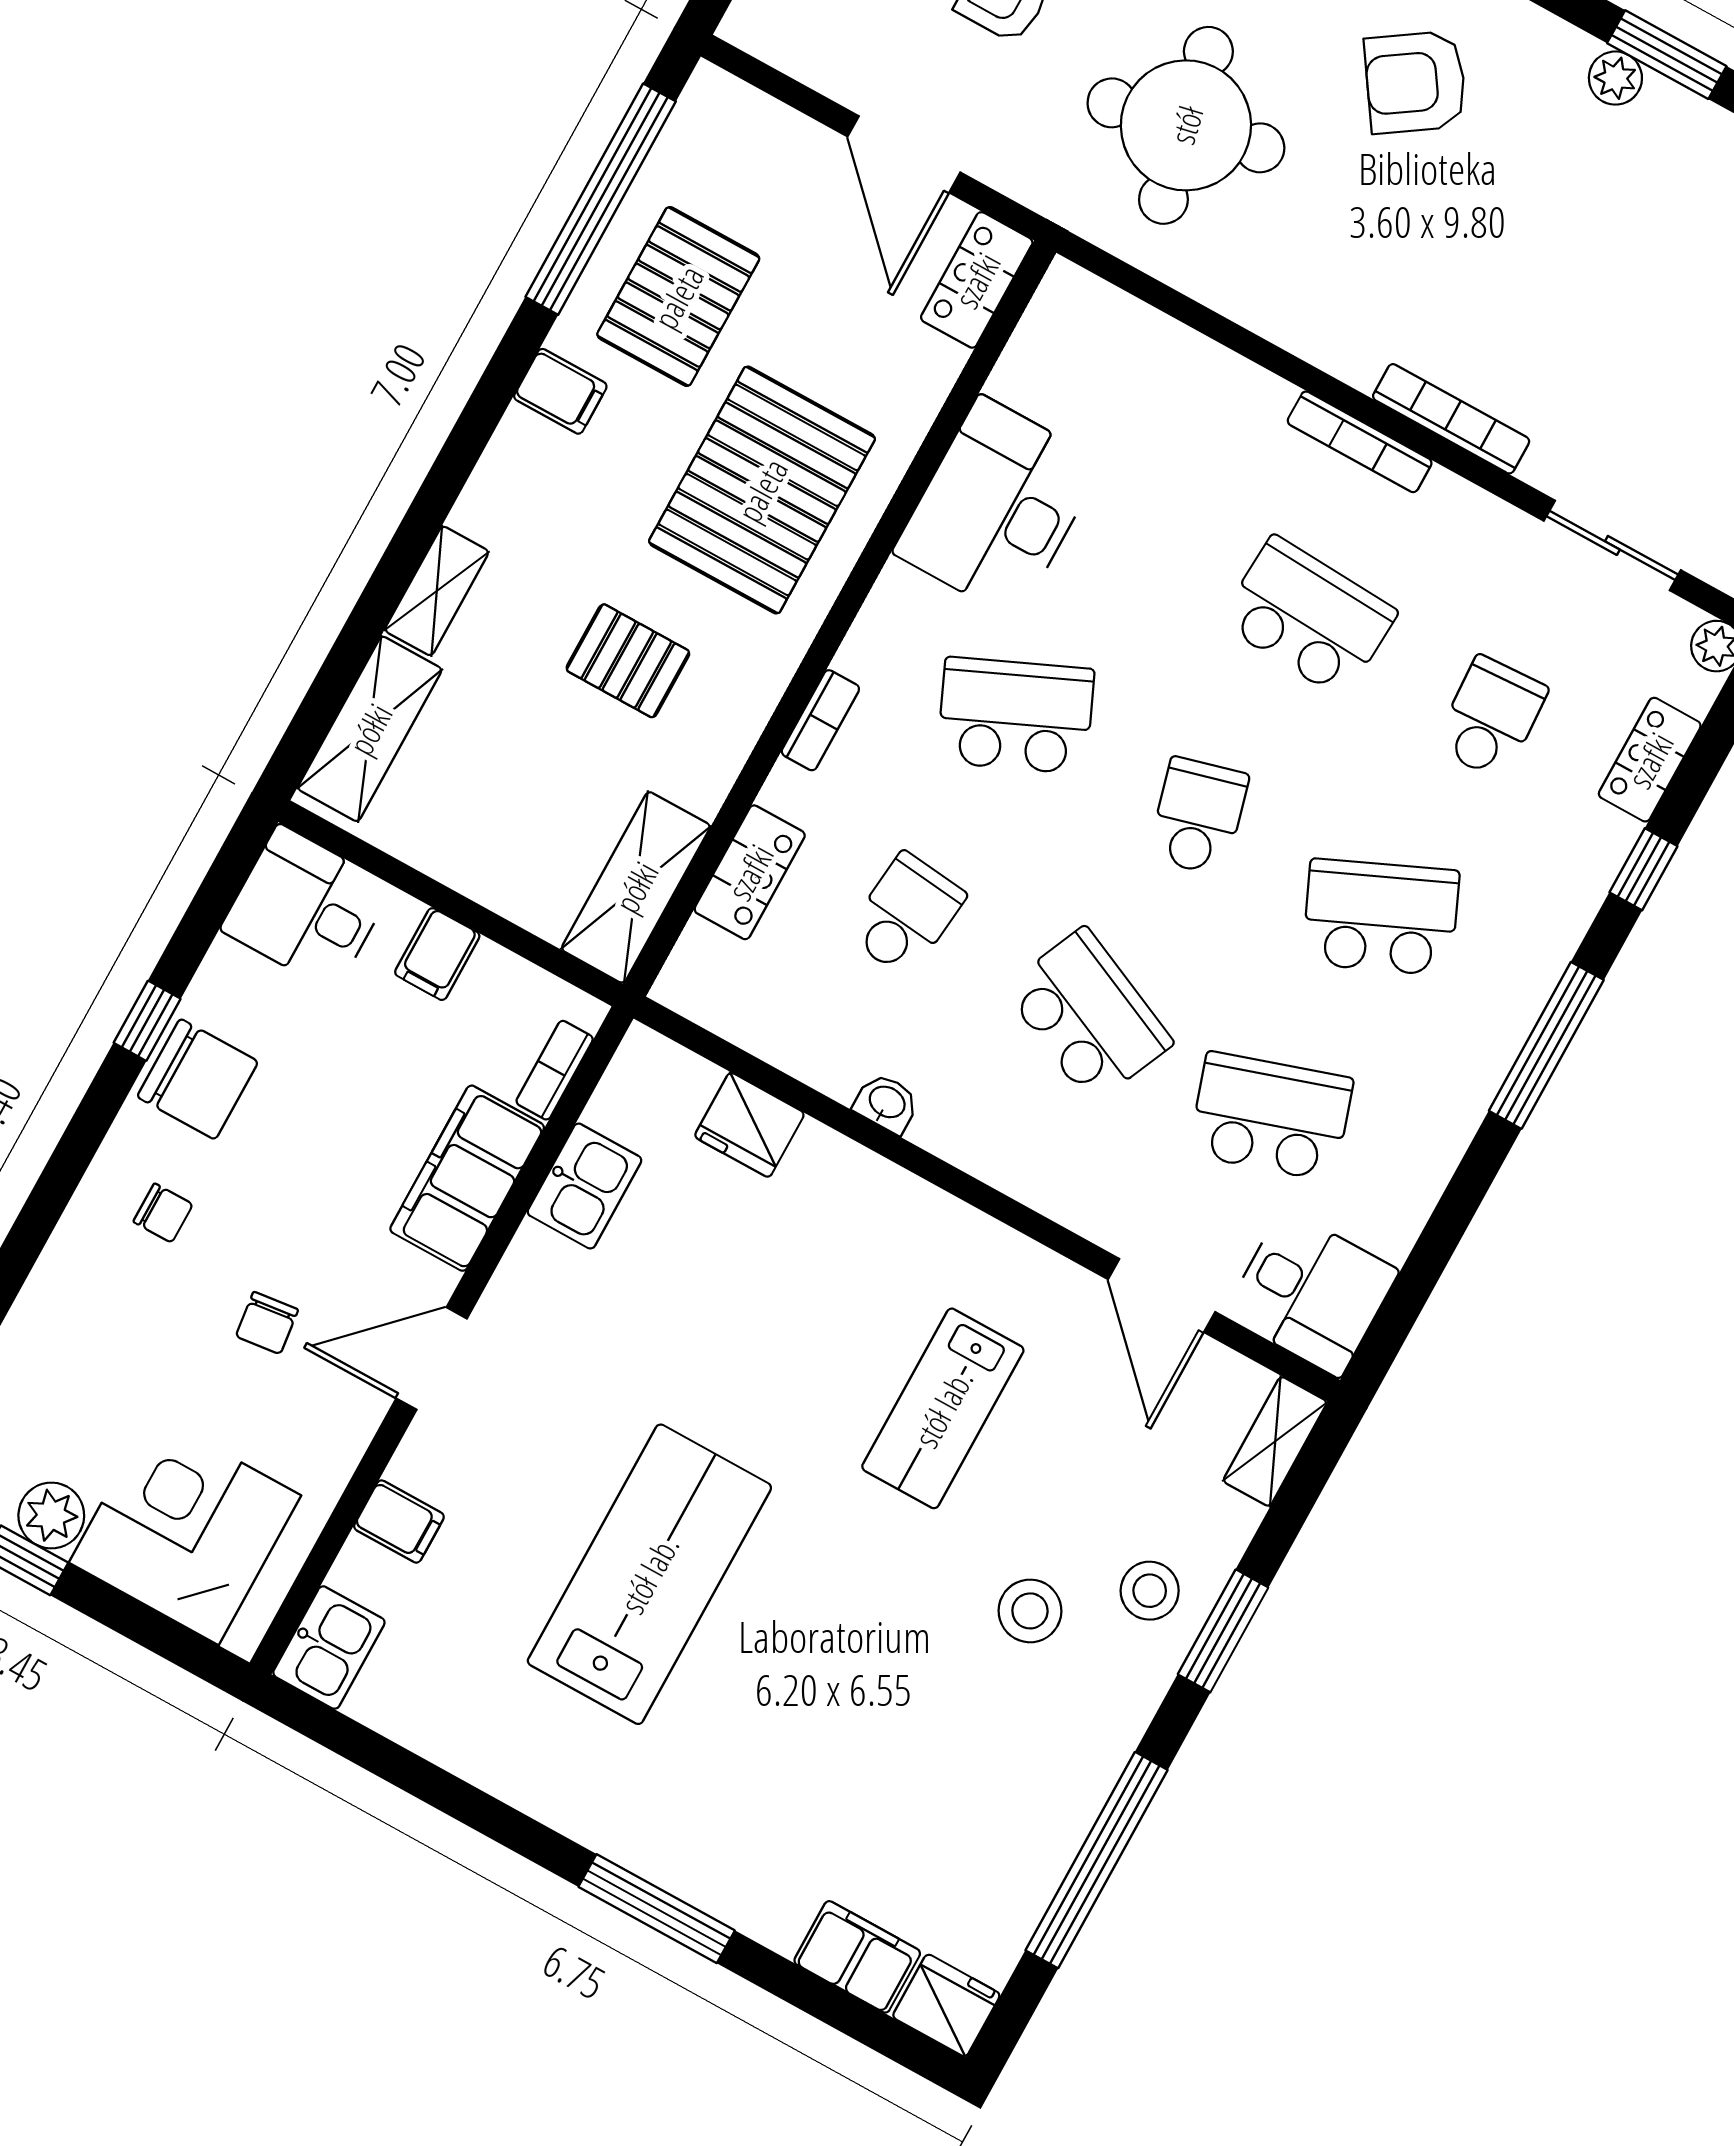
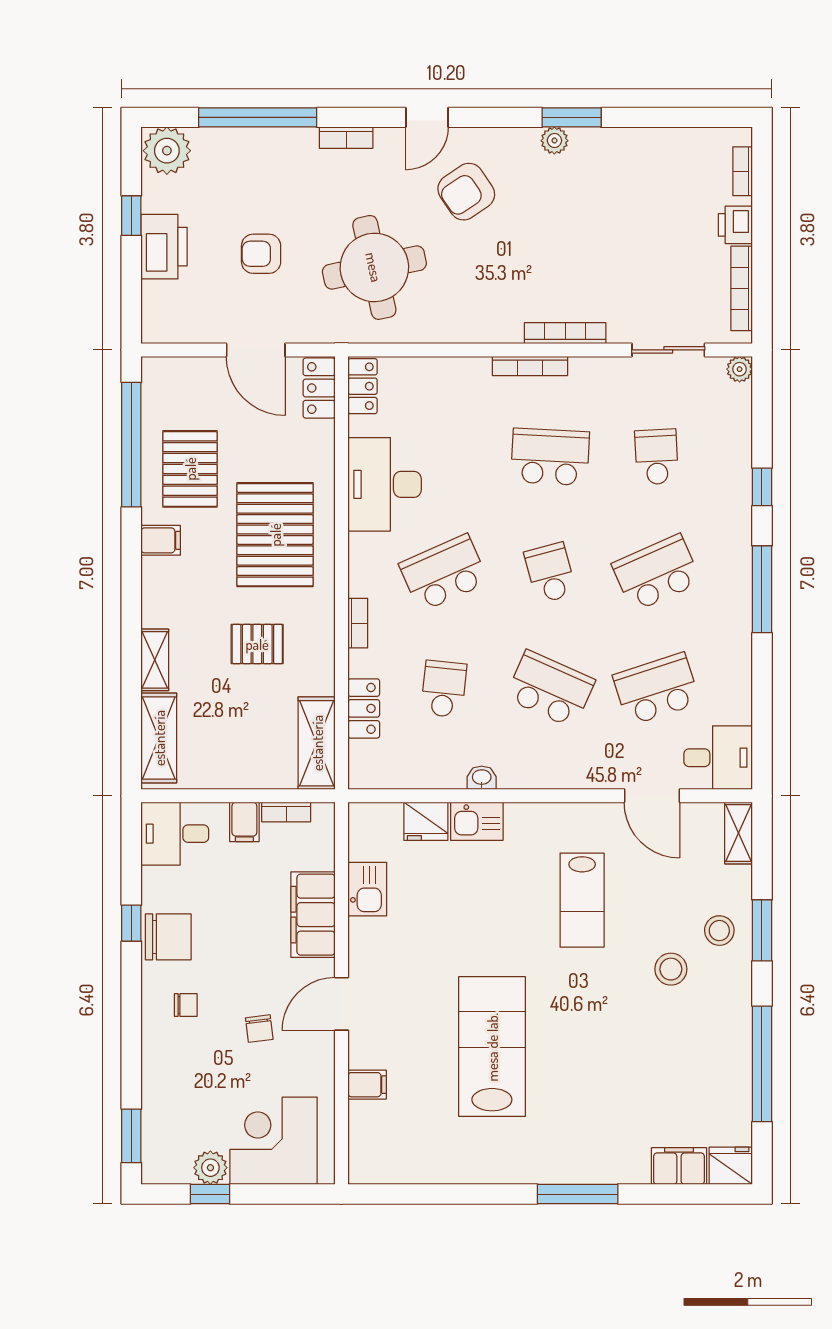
locker: (1650, 760) -> (363, 386), moved, turned 180
bookcase: (555, 1070) -> (286, 812), moved, turned -90
kitchen sink: (329, 1648) -> (477, 821), moved, turned 90

